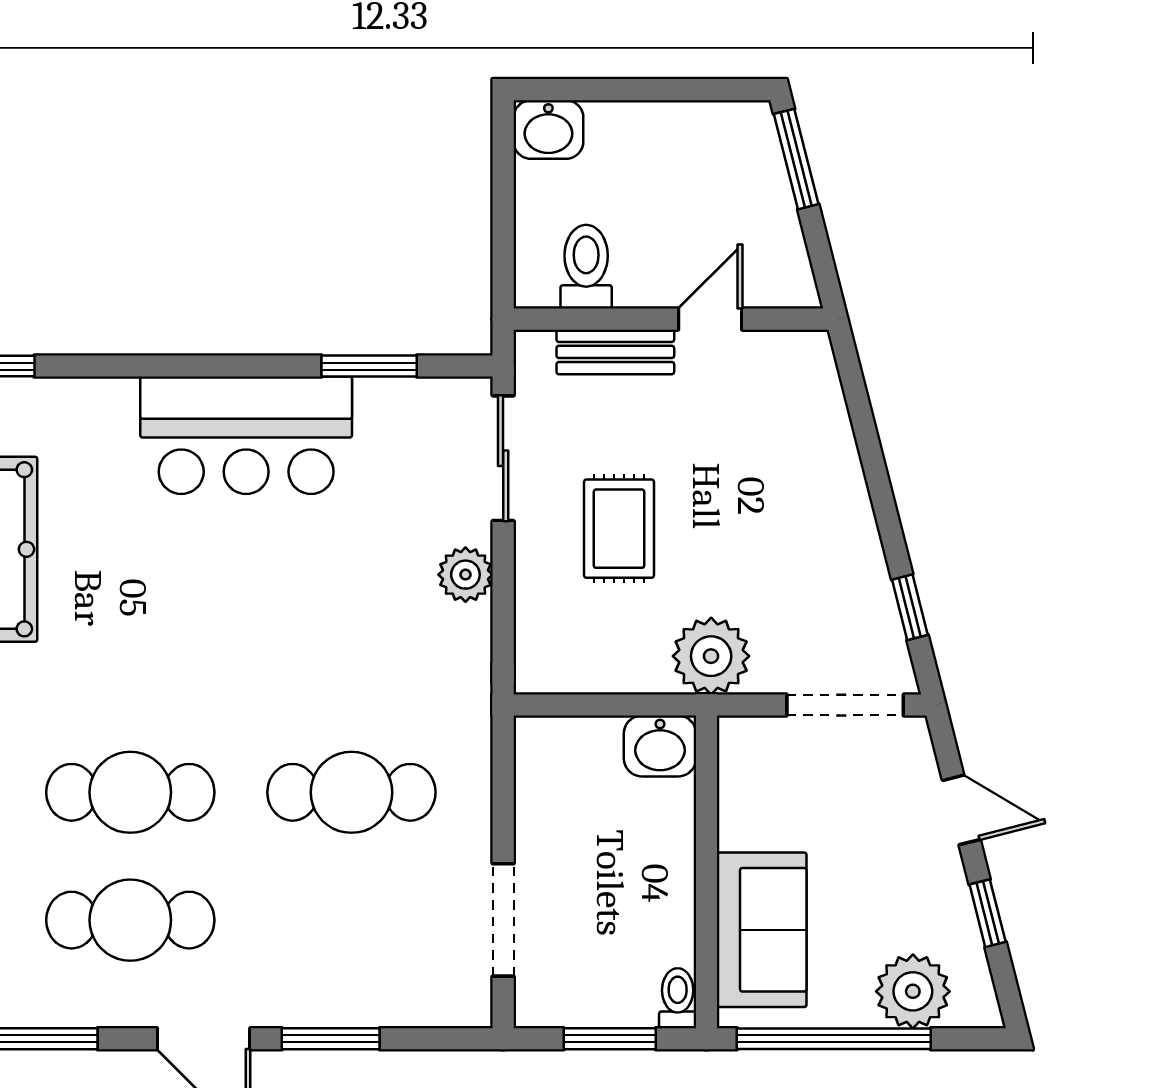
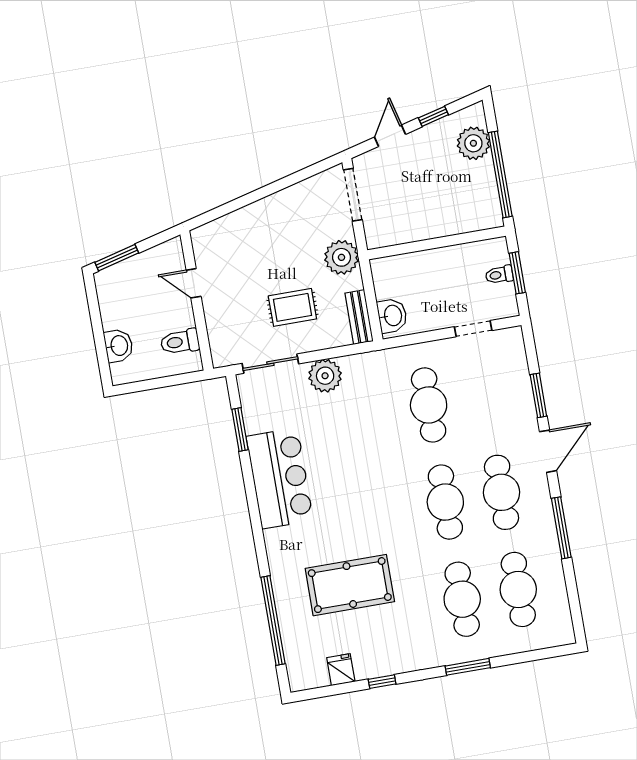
washbasin: (548, 130) -> (119, 346), moved
bench: (615, 352) -> (359, 317), moved
plant: (465, 575) -> (325, 376), width x1.36, depth x1.36
window: (910, 607) -> (305, 174), removed
washbasin: (660, 746) -> (392, 316), moved
doorway: (503, 920) -> (473, 329), width x0.73
sofa: (762, 930) -> (458, 214), removed
toilet: (678, 998) -> (499, 275), moved

